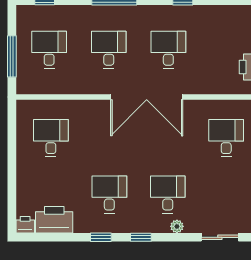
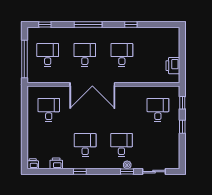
window: (12, 56) -> (24, 59), width x1.46
double door: (147, 97) -> (92, 84), moved
printer: (54, 220) -> (56, 163), width x0.53, depth x0.68
window: (141, 237) -> (127, 172), moved

